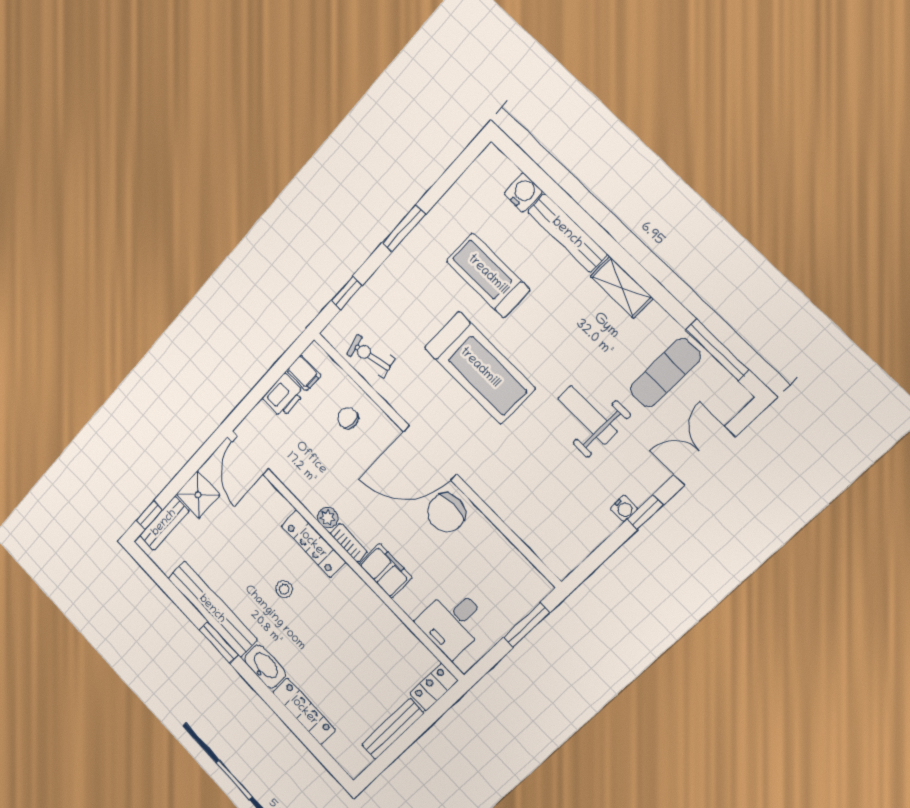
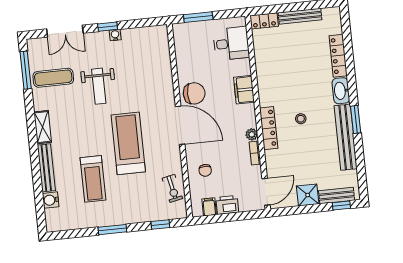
bookcase: (349, 543) -> (255, 153), moved

